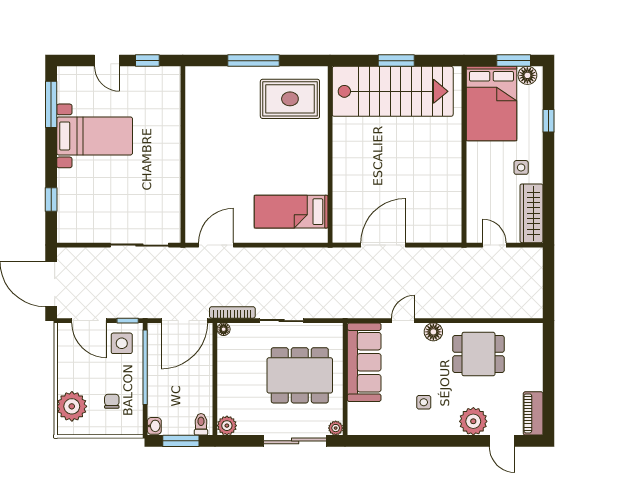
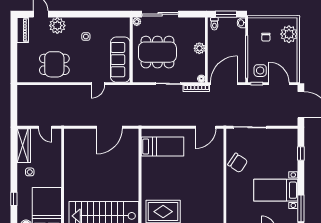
chair: (161, 183) -> (238, 163), added
floor lamp: (433, 332) -> (80, 77), removed
plant: (227, 426) -> (199, 48), moved

